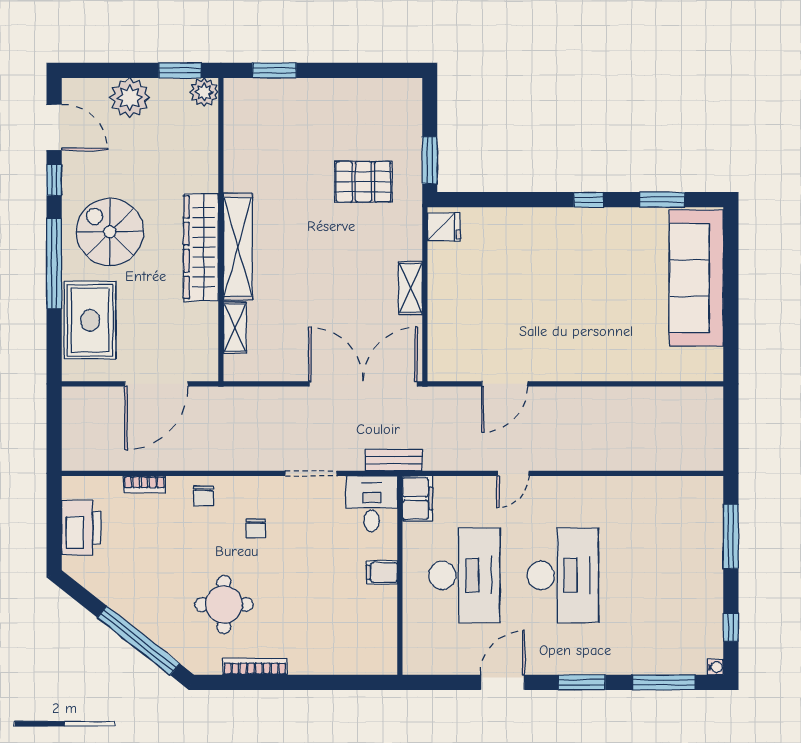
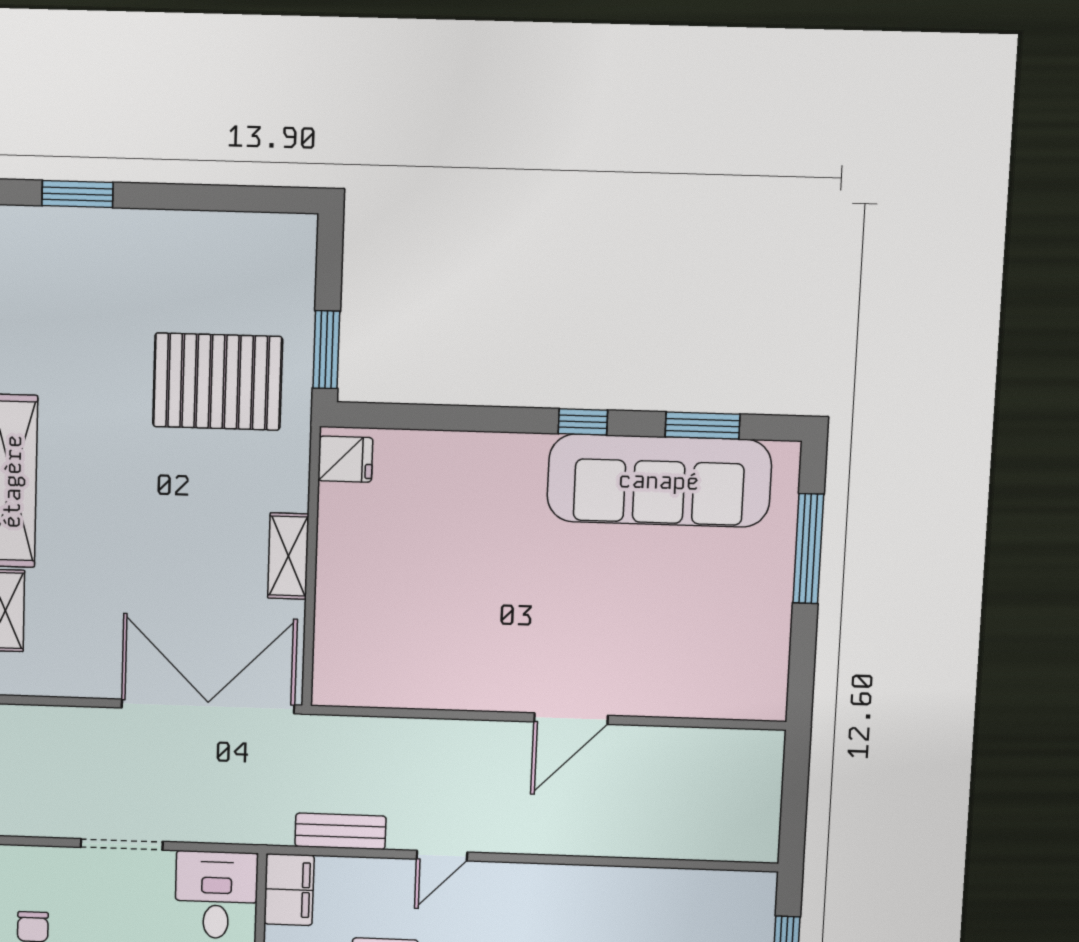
pallet: (363, 182) -> (218, 382), width x1.37, depth x1.41
window: (731, 273) -> (808, 549), added
sofa: (696, 278) -> (659, 481), moved, turned -90
door: (505, 384) -> (571, 719), moved
bench: (394, 460) -> (340, 831), moved

